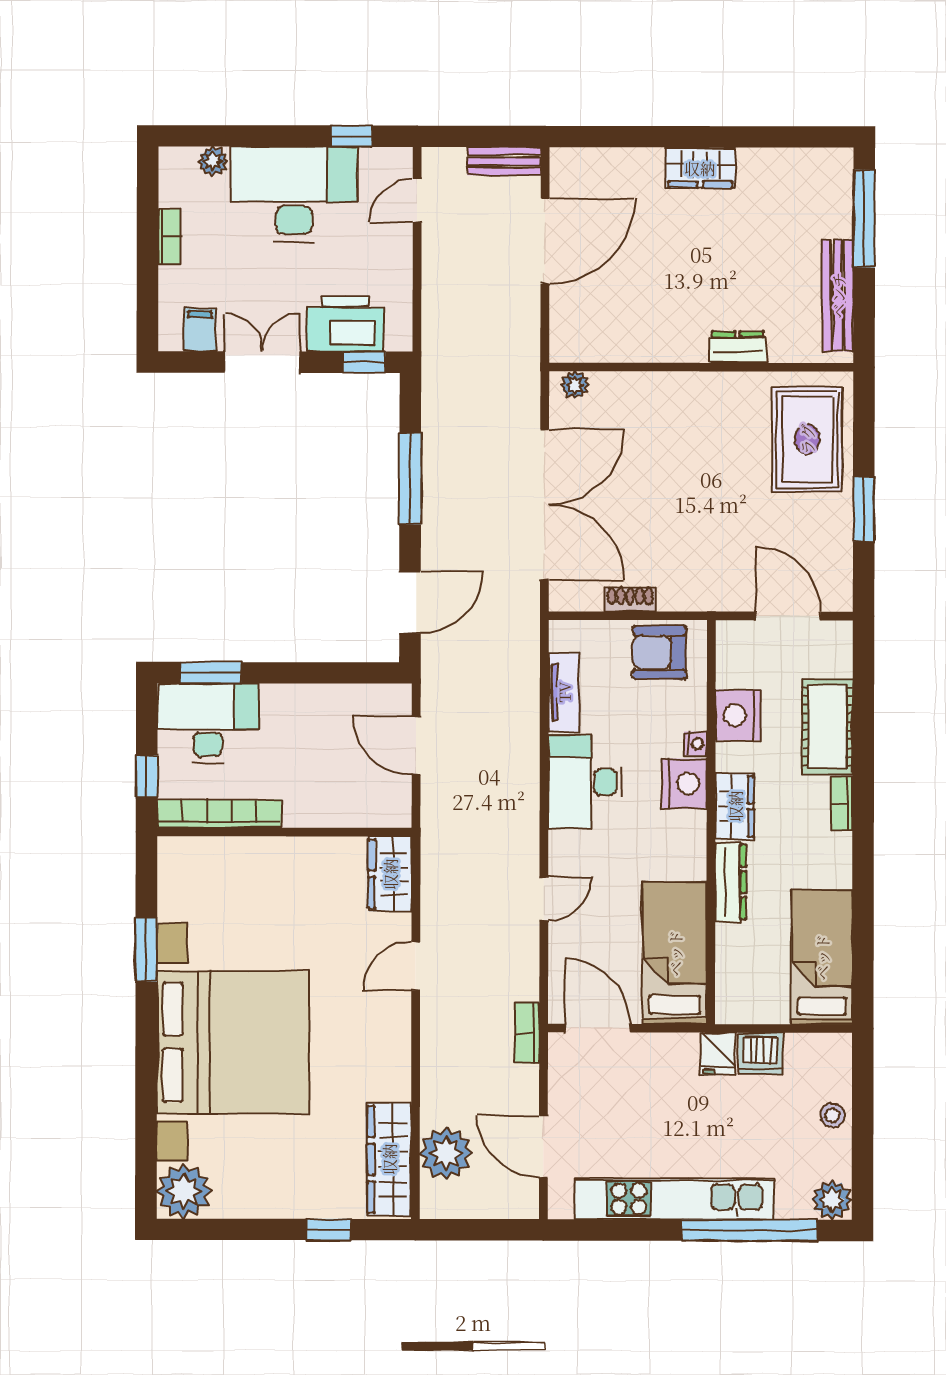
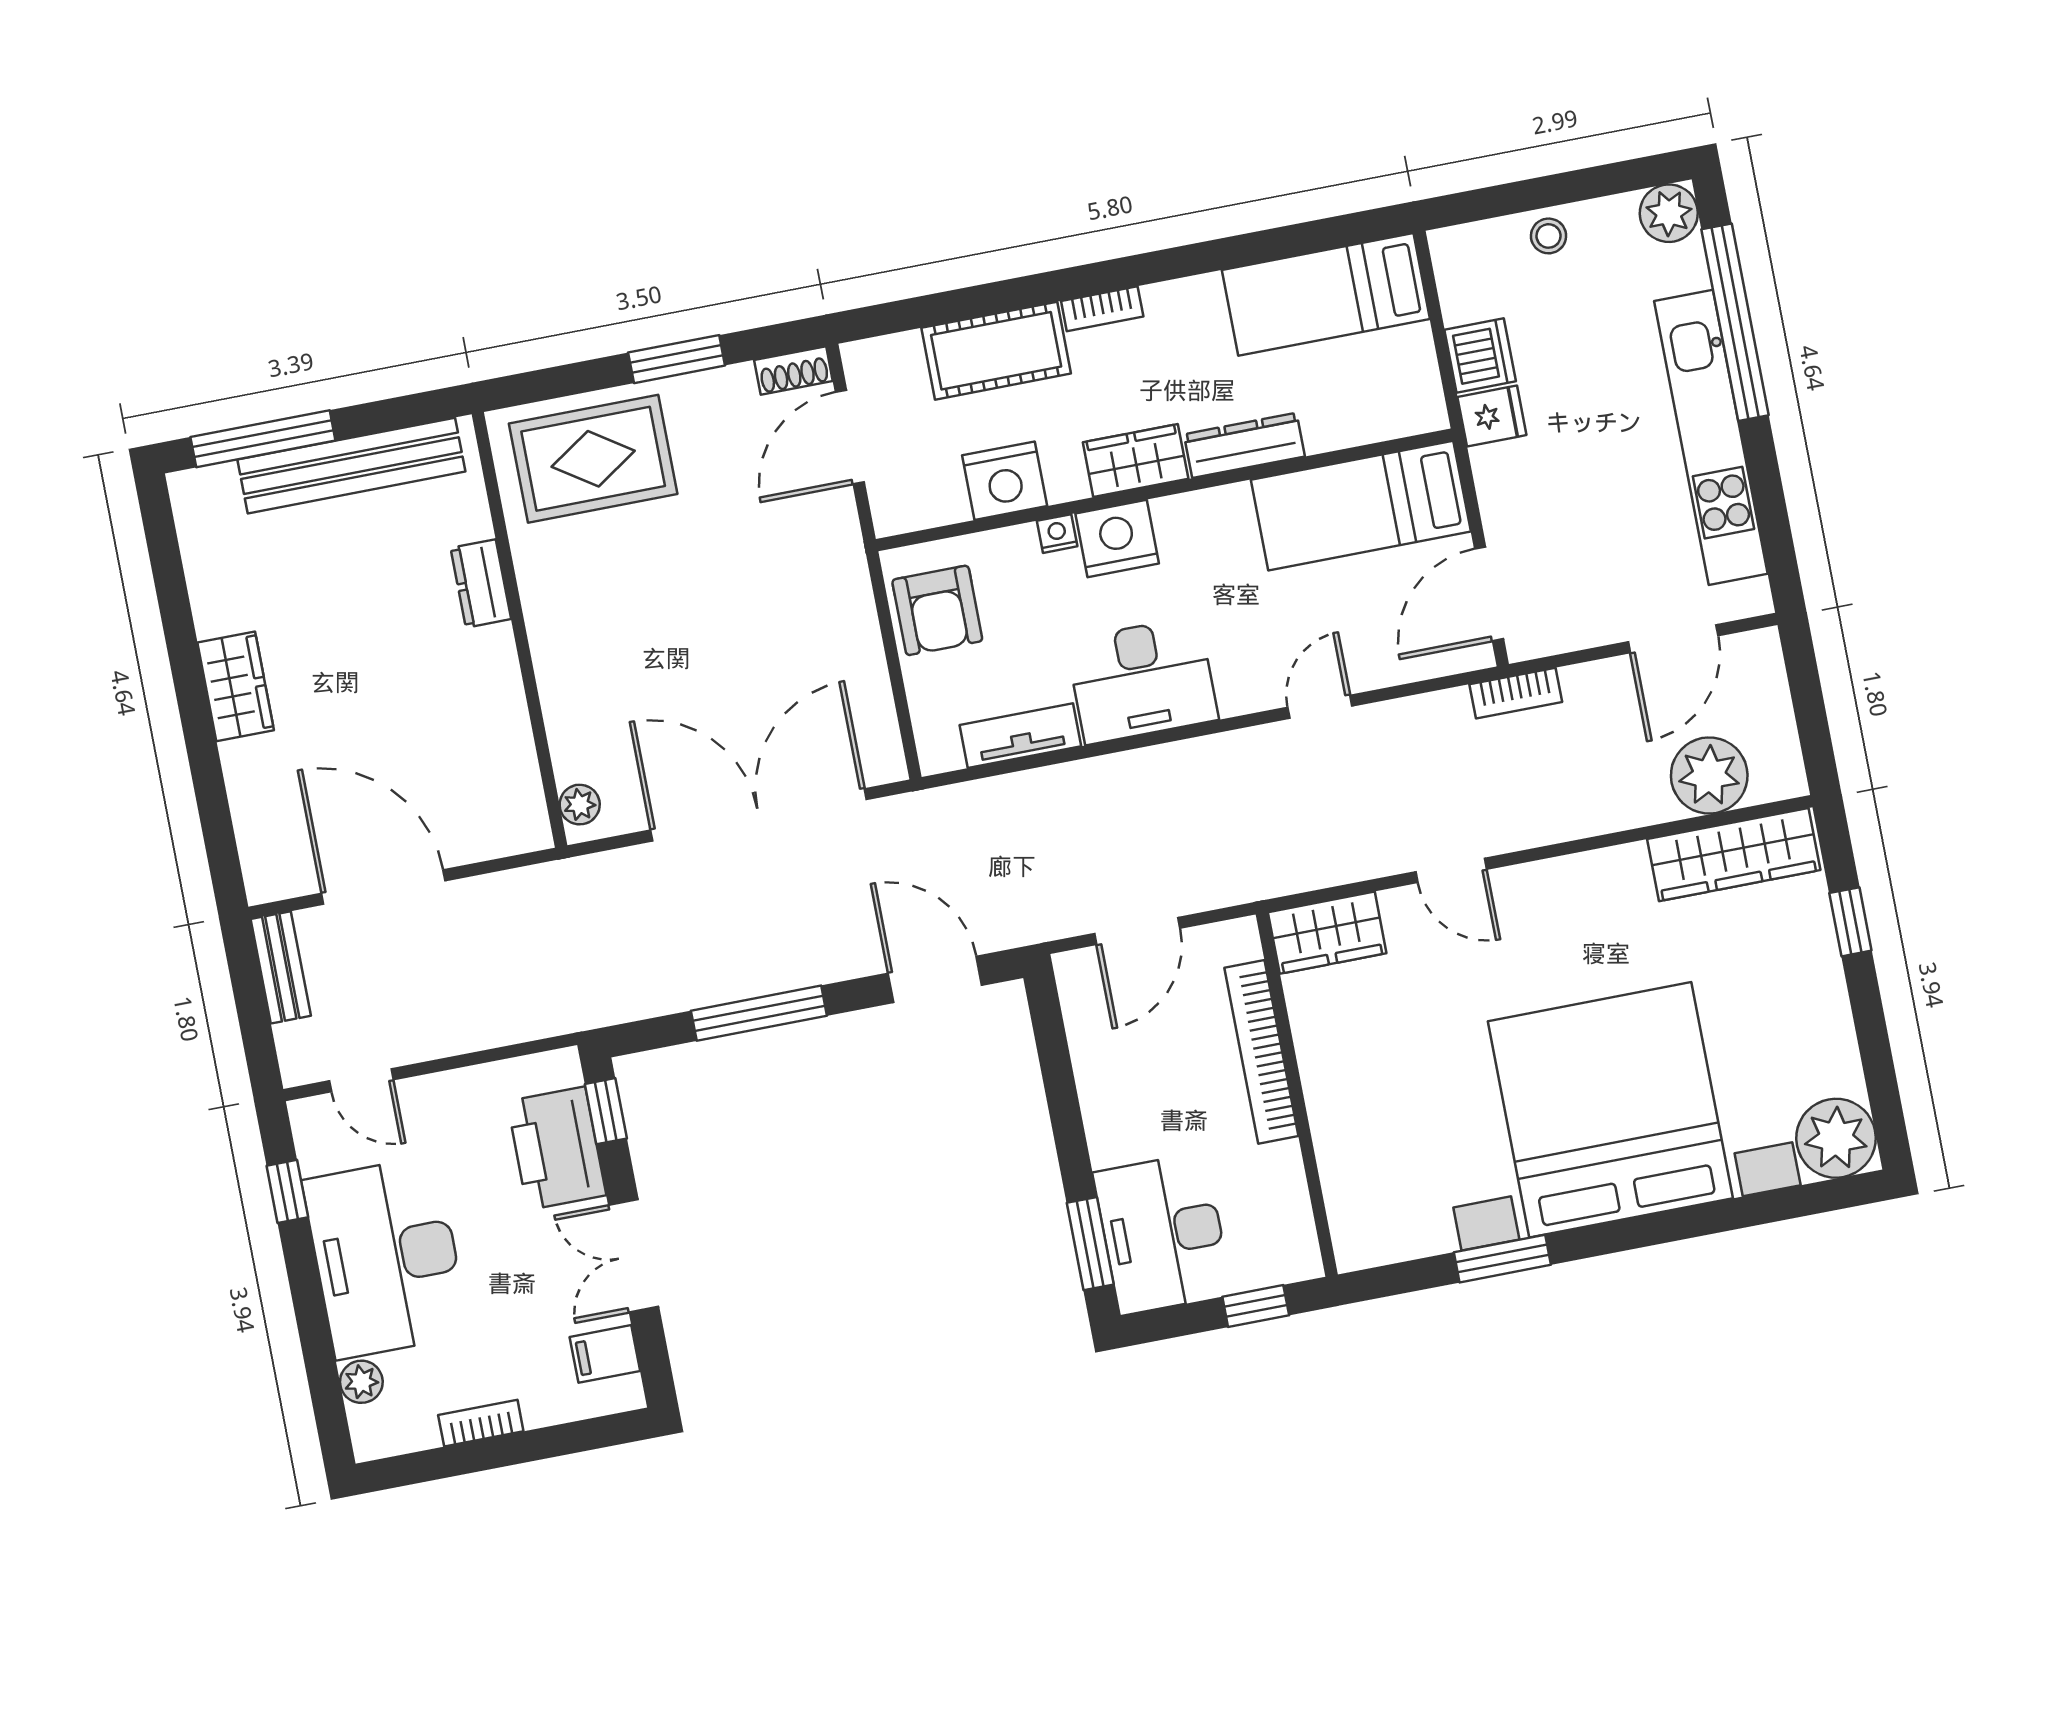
bench: (838, 295) -> (351, 466), width x1.37, depth x1.21
shoe rack: (630, 599) -> (793, 370), moved, turned -90
bookcase: (219, 814) -> (1261, 1052), moved
door: (544, 899) -> (1320, 707), hinge flipped

